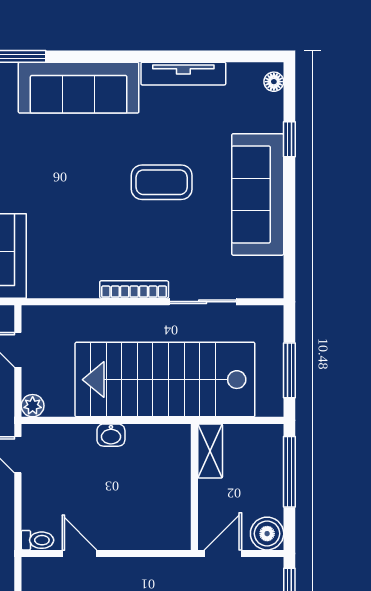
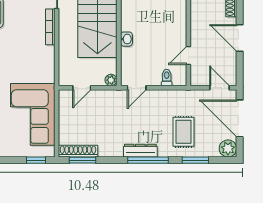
toilet: (37, 540) -> (167, 78), moved

